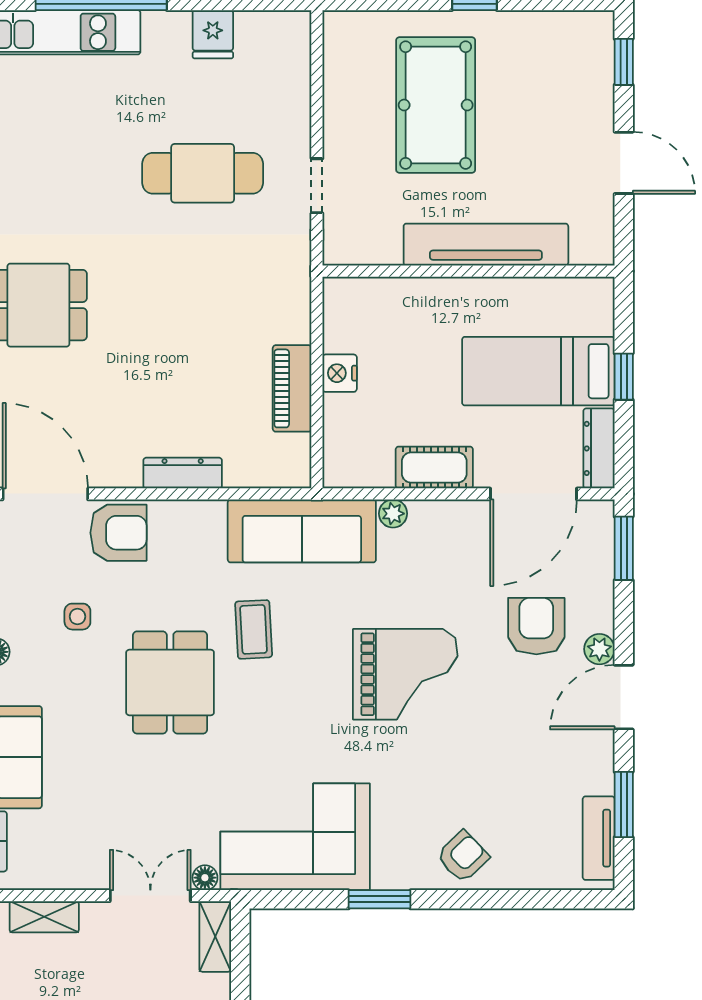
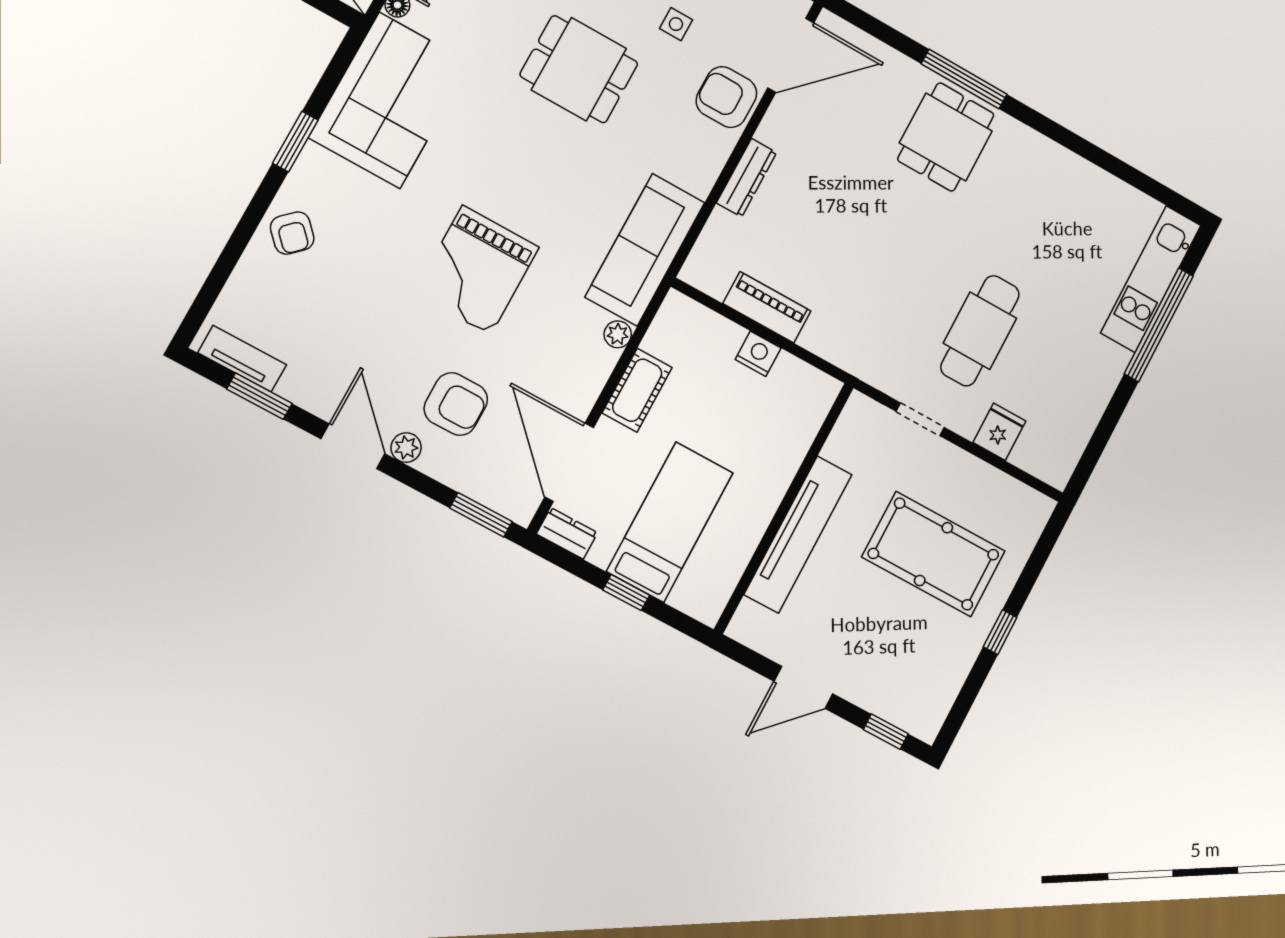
fridge: (213, 34) -> (999, 432), moved, turned 90
dresser: (599, 448) -> (567, 533), width x0.70
armchair: (118, 533) -> (726, 97), turned 90
coffee table: (254, 629) -> (585, 164), removed

